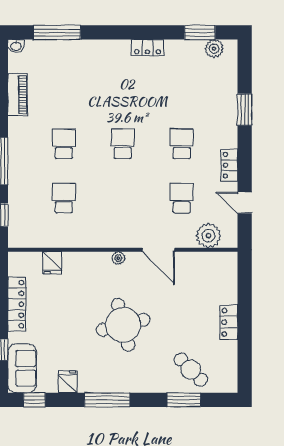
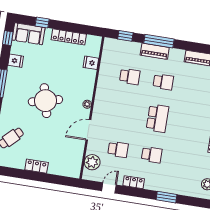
school desk: (123, 144) -> (157, 118), width x1.85
piano: (18, 165) -> (155, 51), added

